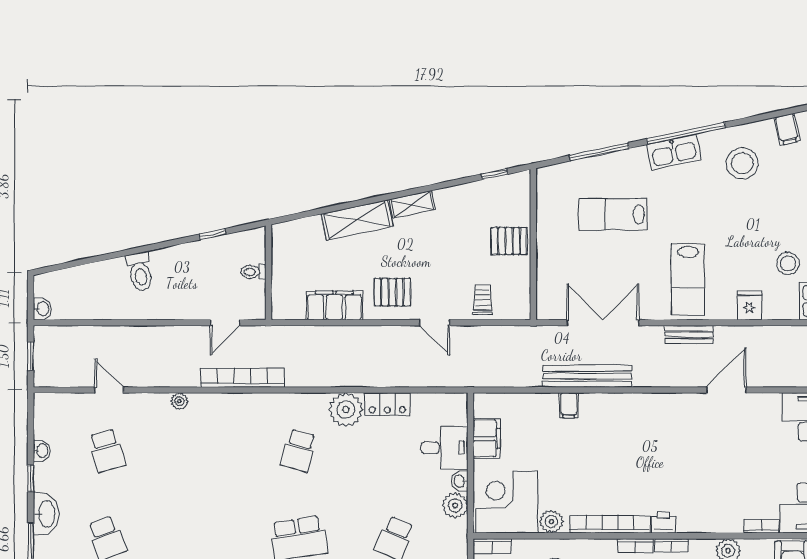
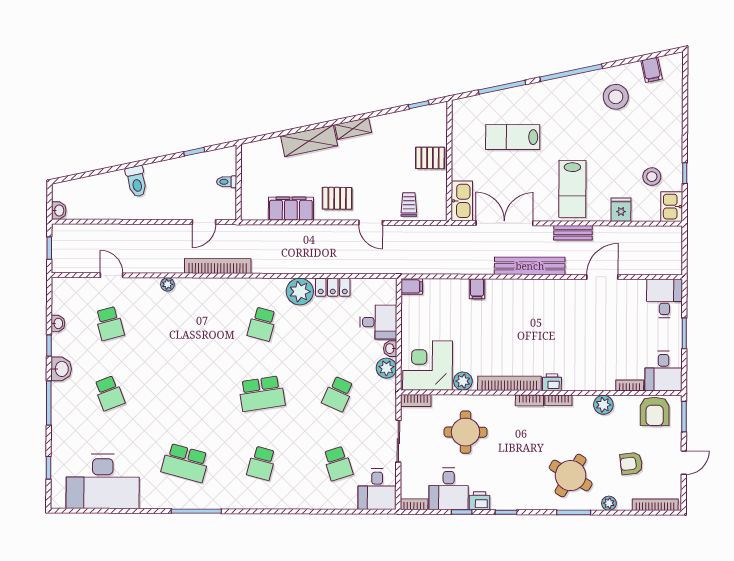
kitchen sink: (674, 152) -> (462, 201), moved, turned -78
bench: (587, 376) -> (530, 266), moved
filing cabinet: (487, 438) -> (412, 286), moved, width x0.50
washbasin: (46, 514) -> (61, 369), width x0.72

